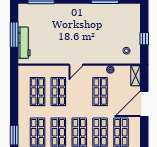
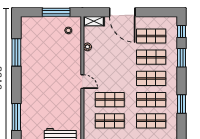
window: (144, 39) -> (56, 12), width x2.17
shop shelf: (100, 91) -> (110, 57), removed

